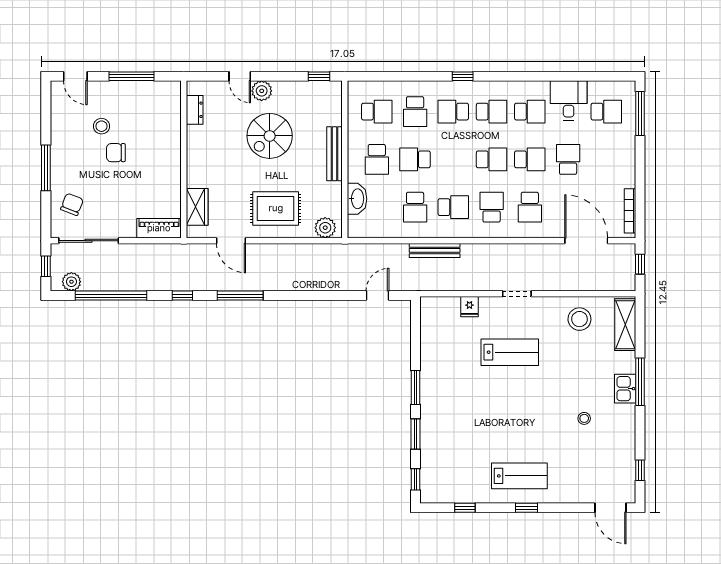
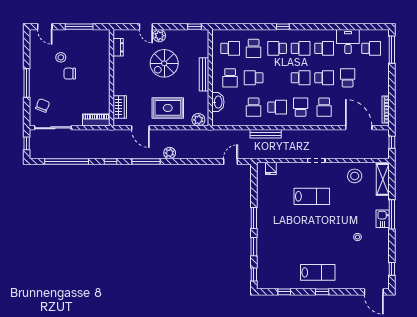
plant: (71, 282) -> (170, 153), moved
fridge: (469, 307) -> (271, 168), moved

